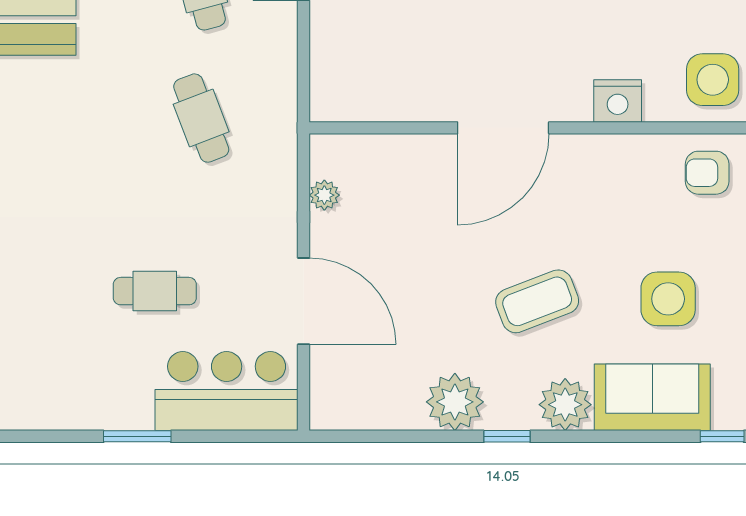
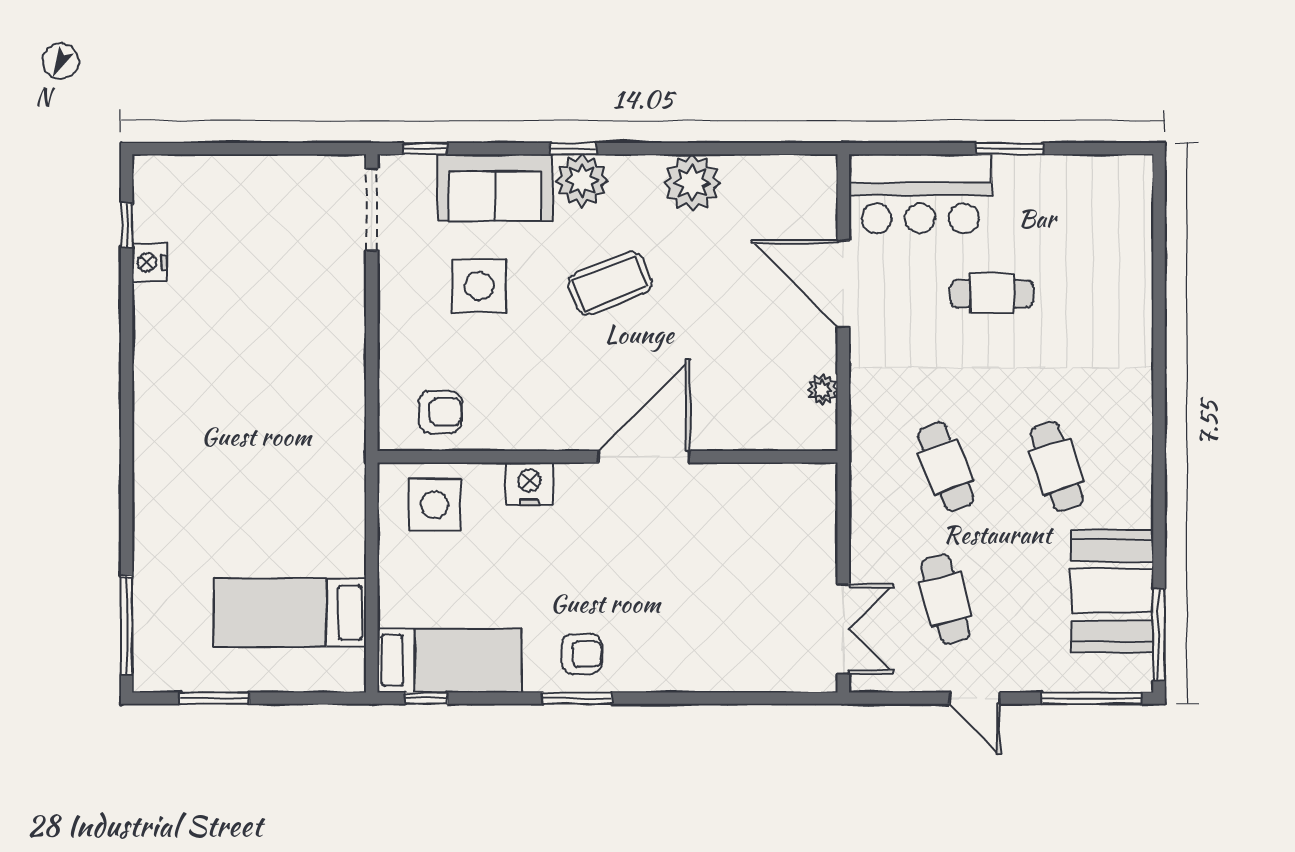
cafe table: (90, 118) -> (1057, 467), added
window: (507, 436) -> (573, 149), moved

